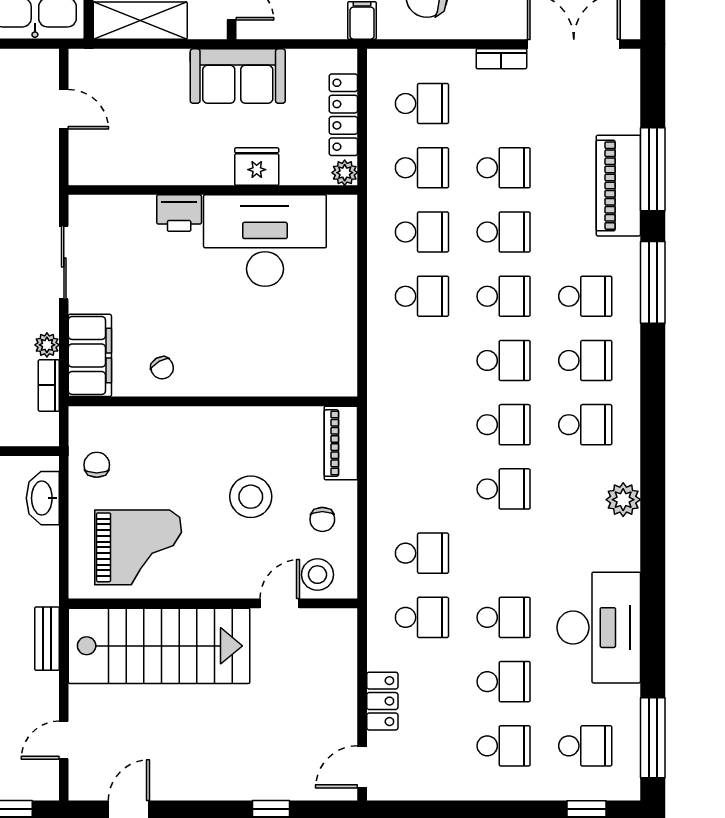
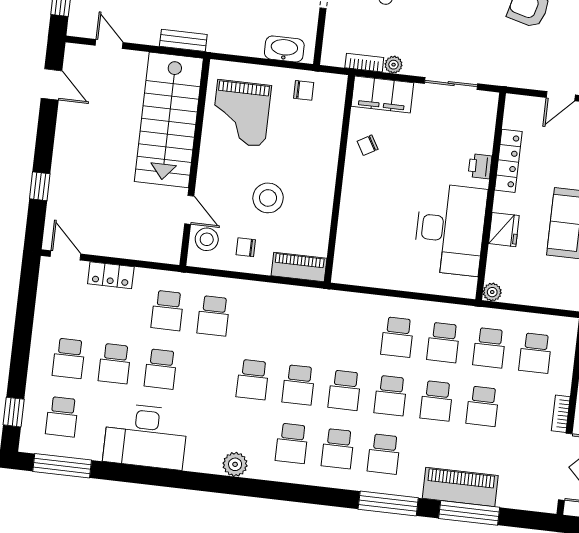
locker: (343, 115) -> (508, 161), moved, turned 90
printer: (179, 213) -> (480, 166), width x0.73, depth x0.81

